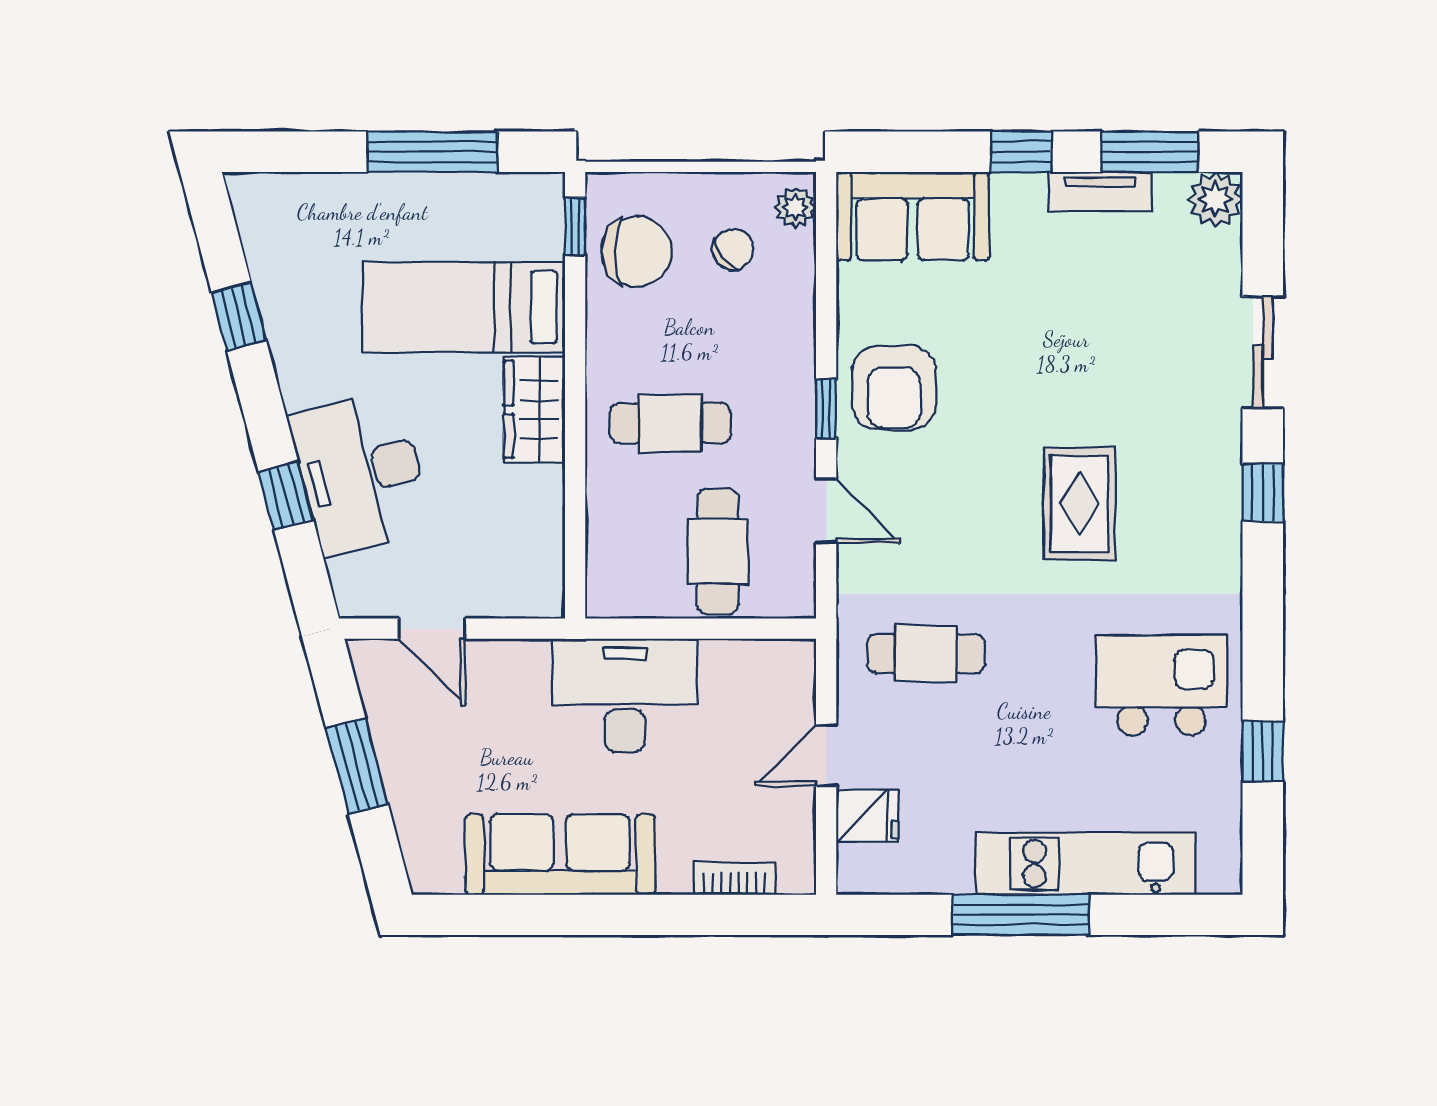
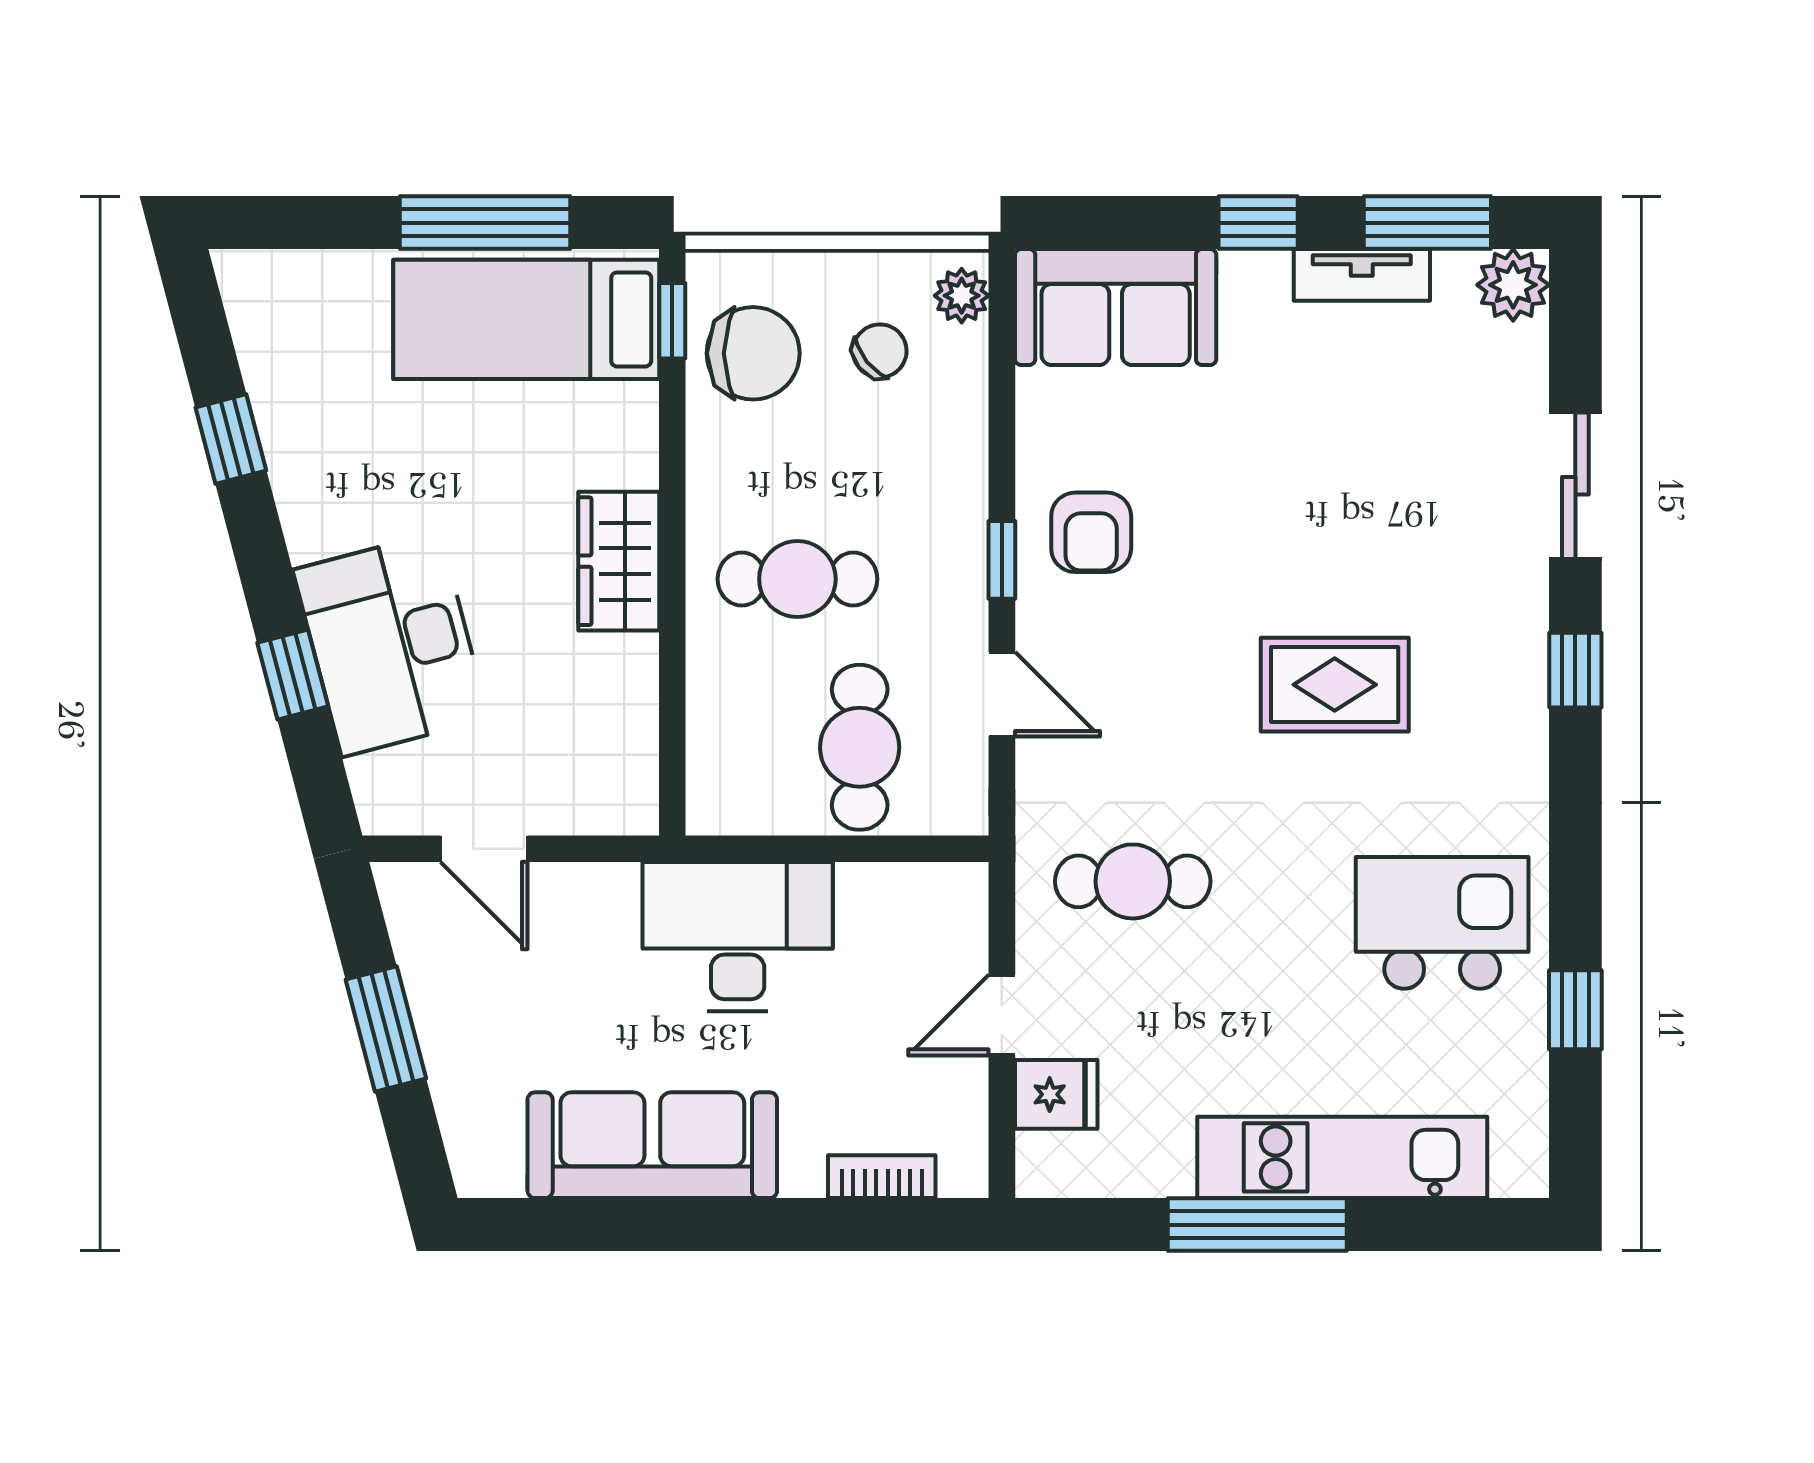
bed: (464, 307) -> (526, 319), moved
armchair: (894, 388) -> (1091, 532), width x0.72, depth x0.72
rug: (1080, 504) -> (1335, 685), turned 90

